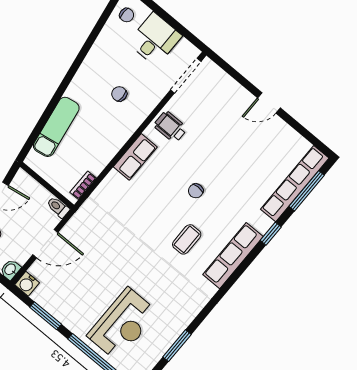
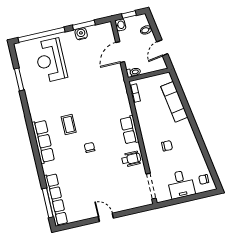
door: (269, 103) -> (106, 217), hinge flipped
window: (271, 234) -> (40, 169), removed
water cooler: (27, 284) -> (81, 34), moved

